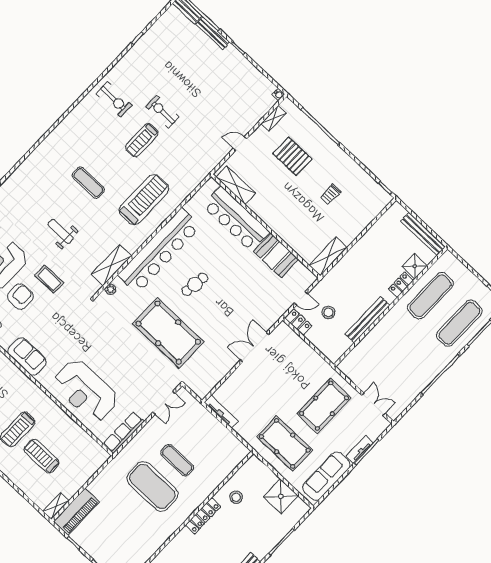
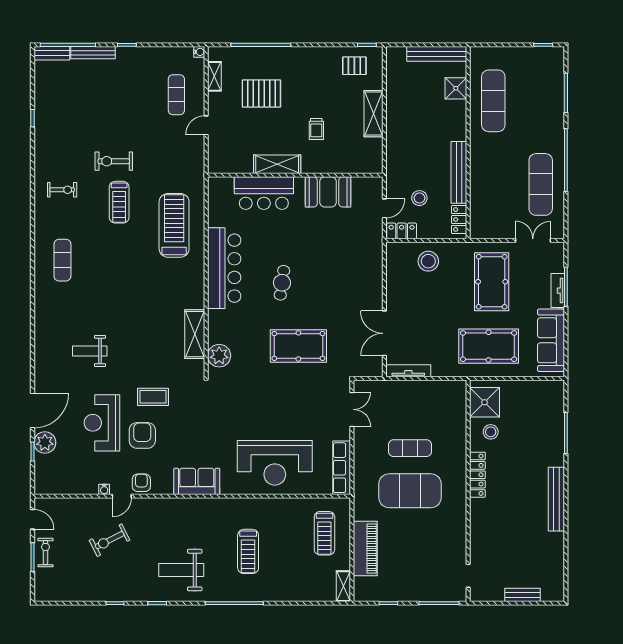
exercise bike: (114, 99) -> (62, 190), width x0.73, depth x0.72
exercise mat: (240, 108) -> (176, 95), added
exercise mat: (88, 183) -> (62, 260), moved, turned 90
shelving: (236, 185) -> (277, 164), moved
pallet: (366, 193) -> (354, 66), added
trolley: (330, 194) -> (316, 129), moved
treadmill: (144, 200) -> (174, 225), moved
bar counter: (236, 219) -> (264, 193), width x0.73
weight bench: (61, 231) -> (90, 351), moved
bar counter: (159, 251) -> (224, 268), width x0.73
shelving: (328, 256) -> (374, 114), moved
locker: (401, 285) -> (459, 219), moved
plant: (111, 289) -> (219, 356), width x1.88, depth x1.88
exercise mat: (459, 323) -> (541, 184), moved
pool table: (168, 333) -> (298, 346), width x0.73, depth x0.76
double door: (255, 347) -> (384, 333), moved
stool: (297, 356) -> (428, 261), added
treadmill: (42, 456) -> (324, 533), moved, turned -90
shower: (281, 496) -> (485, 402), moved
piano: (76, 512) -> (365, 549), moved

